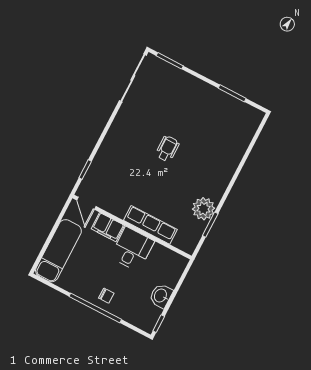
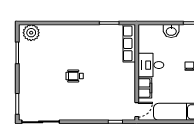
plant: (204, 209) -> (31, 33), moved
row of seats: (150, 225) -> (129, 43), moved

